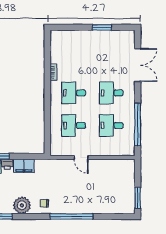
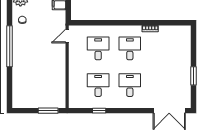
double door: (138, 65) -> (169, 111), moved
window: (138, 124) -> (99, 111), width x0.32
door: (81, 157) -> (67, 36), moved
window: (138, 198) -> (48, 111), moved

